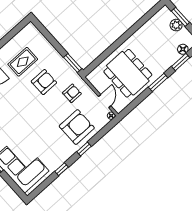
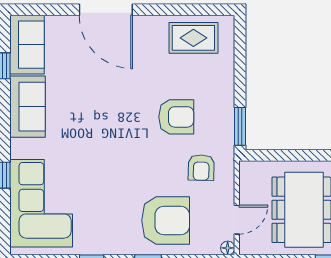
rug: (23, 62) -> (193, 38), moved
armchair: (72, 93) -> (201, 168), turned 91

